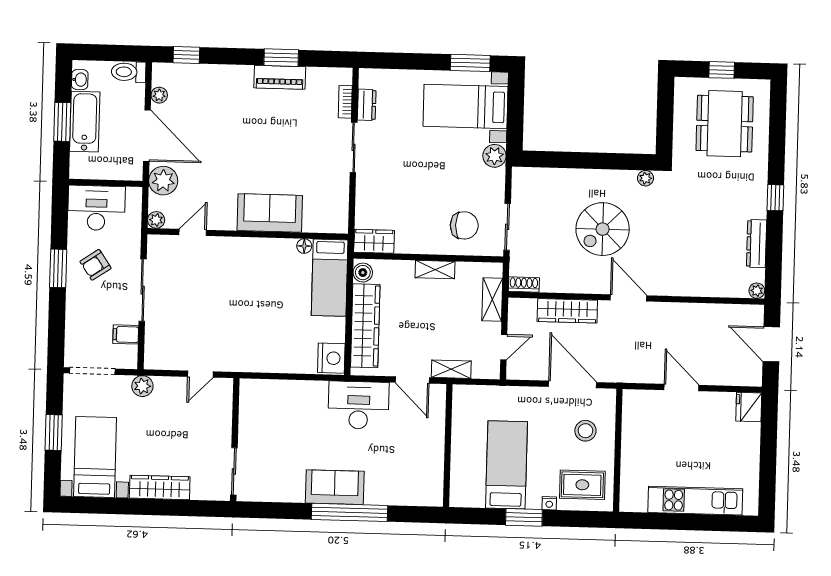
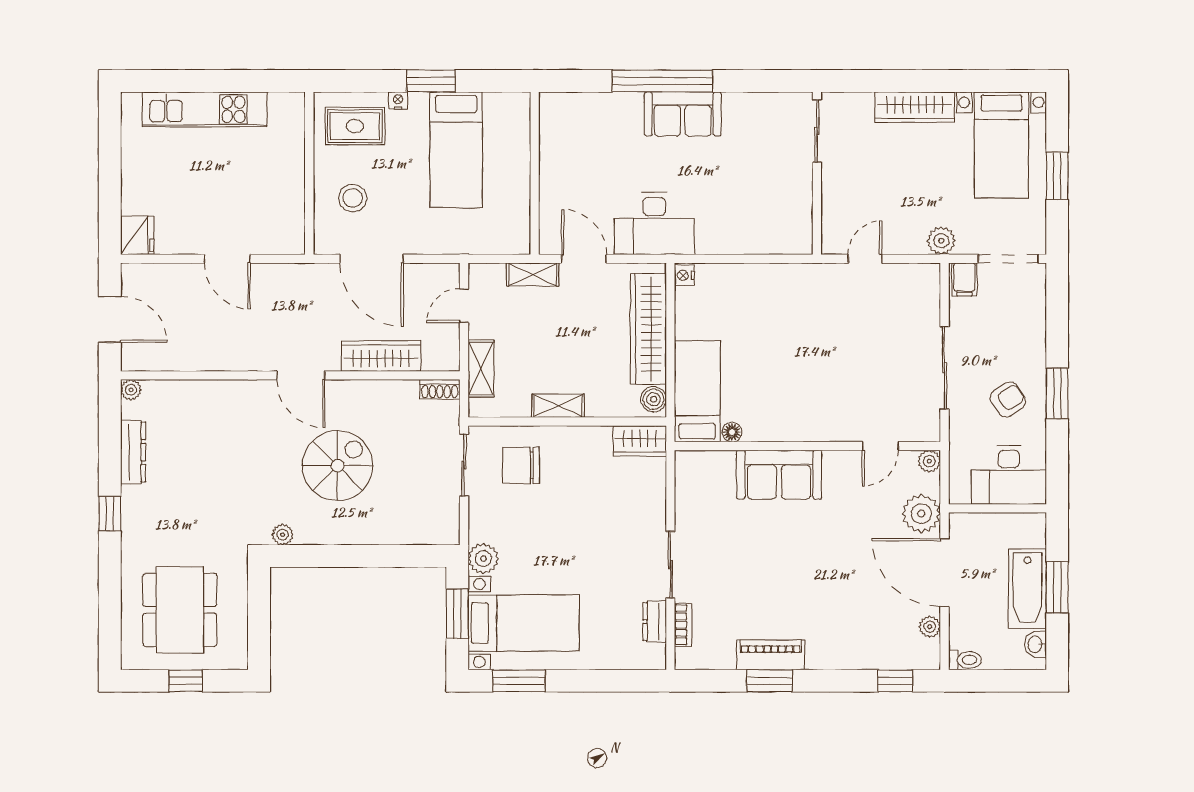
toilet: (129, 72) -> (965, 660), width x0.73, depth x0.72
window: (515, 115) -> (457, 614), added
filing cabinet: (126, 334) -> (964, 279), moved, turned 90
nightstand: (331, 358) -> (684, 275), width x0.53, depth x0.56

